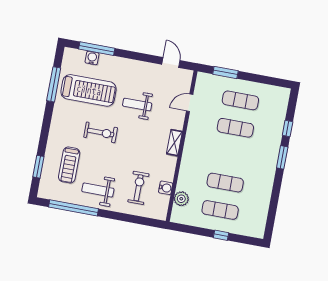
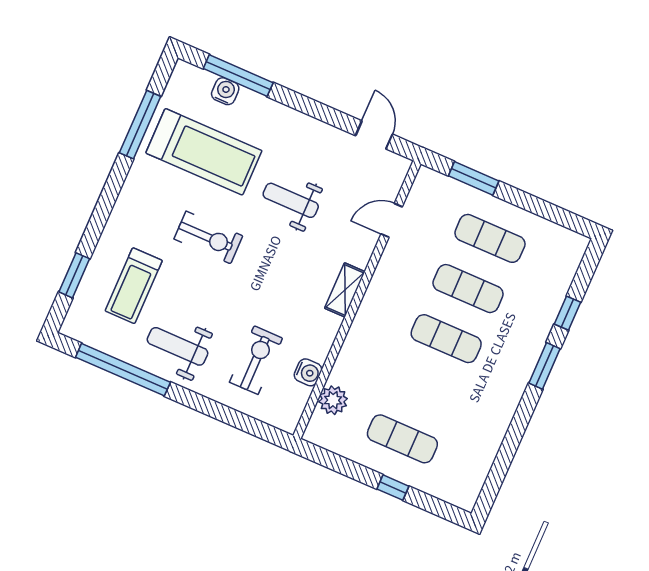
exercise mat: (225, 183) -> (446, 339), moved

